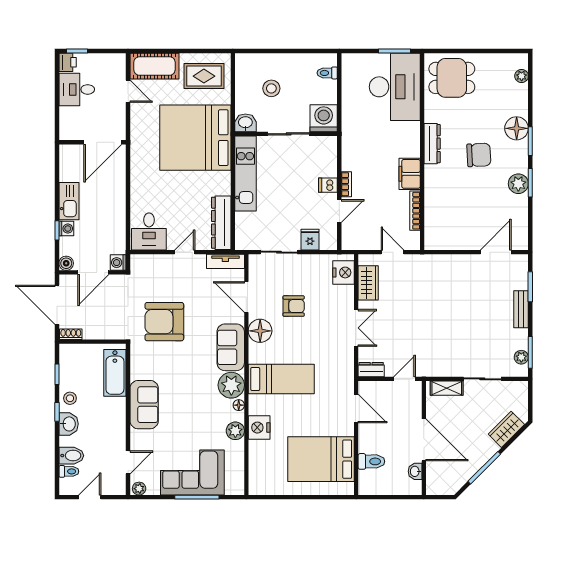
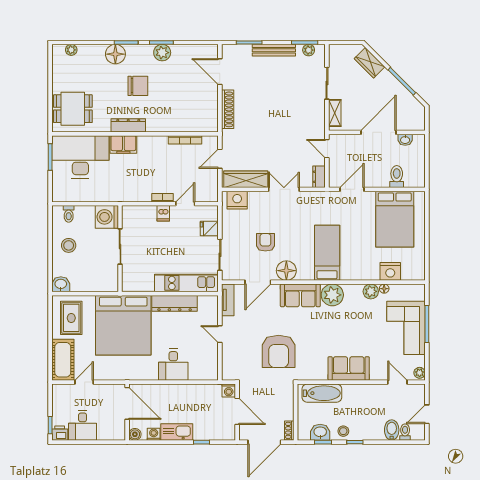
dining table: (452, 78) -> (73, 109), turned 90
stool: (271, 88) -> (69, 245), moved
washbasin: (245, 123) -> (61, 284), moved, turned 90
chair: (479, 155) -> (138, 86), turned 93
kitchen unit: (245, 173) -> (186, 283), moved
filing cabinet: (410, 174) -> (123, 144), moved
door: (339, 211) -> (185, 204), hinge flipped
dresser: (221, 223) -> (175, 303), moved
washing machine: (66, 229) -> (154, 434), moved
desk: (149, 231) -> (173, 365), moved, turned 90
shoe rack: (451, 261) -> (228, 109), added
boiler: (66, 263) -> (135, 434), moved
wardrobe: (368, 283) -> (246, 179), width x1.50
bench: (521, 309) -> (274, 50), width x1.36
floor lamp: (239, 405) -> (384, 289), moved
washbasin: (69, 424) -> (320, 432), moved
nightstand: (259, 428) -> (390, 271), moved
door: (90, 497) -> (427, 414), hinge flipped

